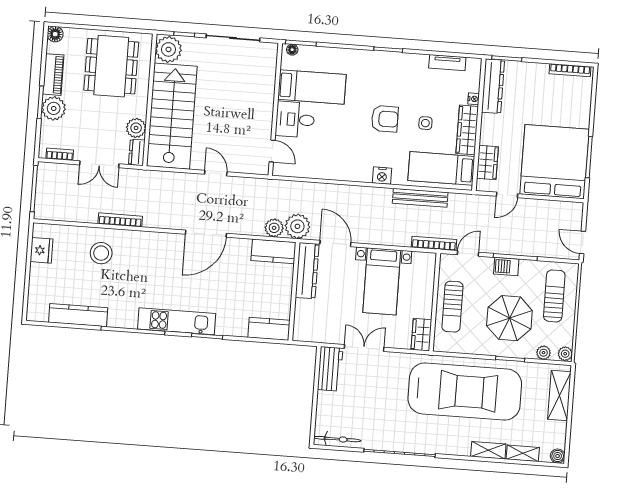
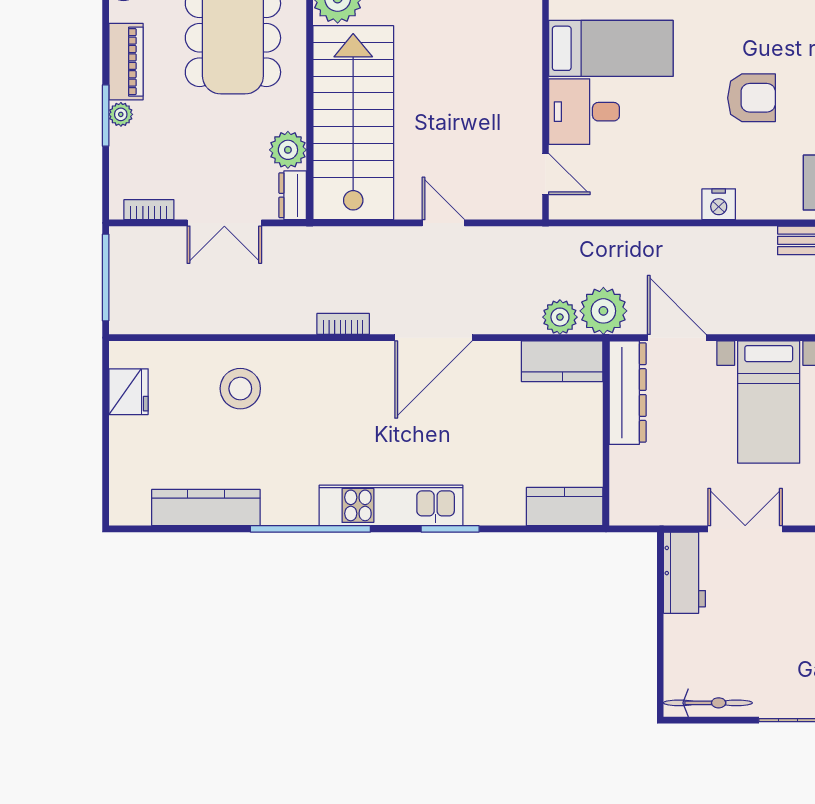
plant: (54, 108) -> (121, 114), width x0.53, depth x0.53
nightstand: (382, 176) -> (719, 204), moved
bookcase: (120, 220) -> (343, 324), moved, width x0.64

